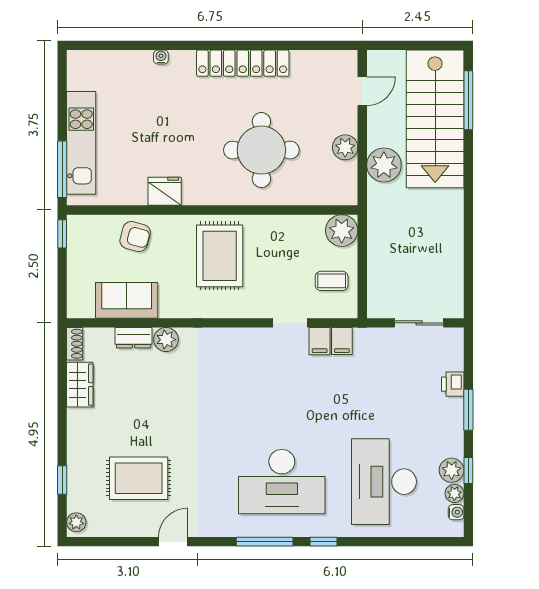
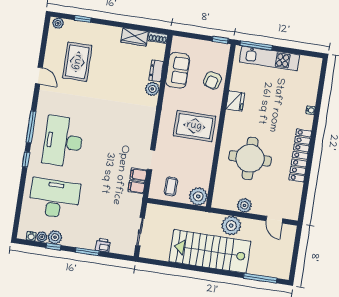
stairs: (435, 119) -> (210, 251), moved

